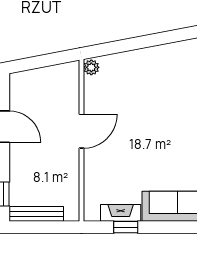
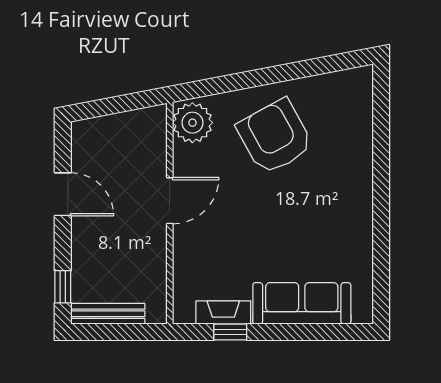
plant: (91, 67) -> (192, 123), width x1.88, depth x1.88
armchair: (158, 84) -> (275, 137), added

